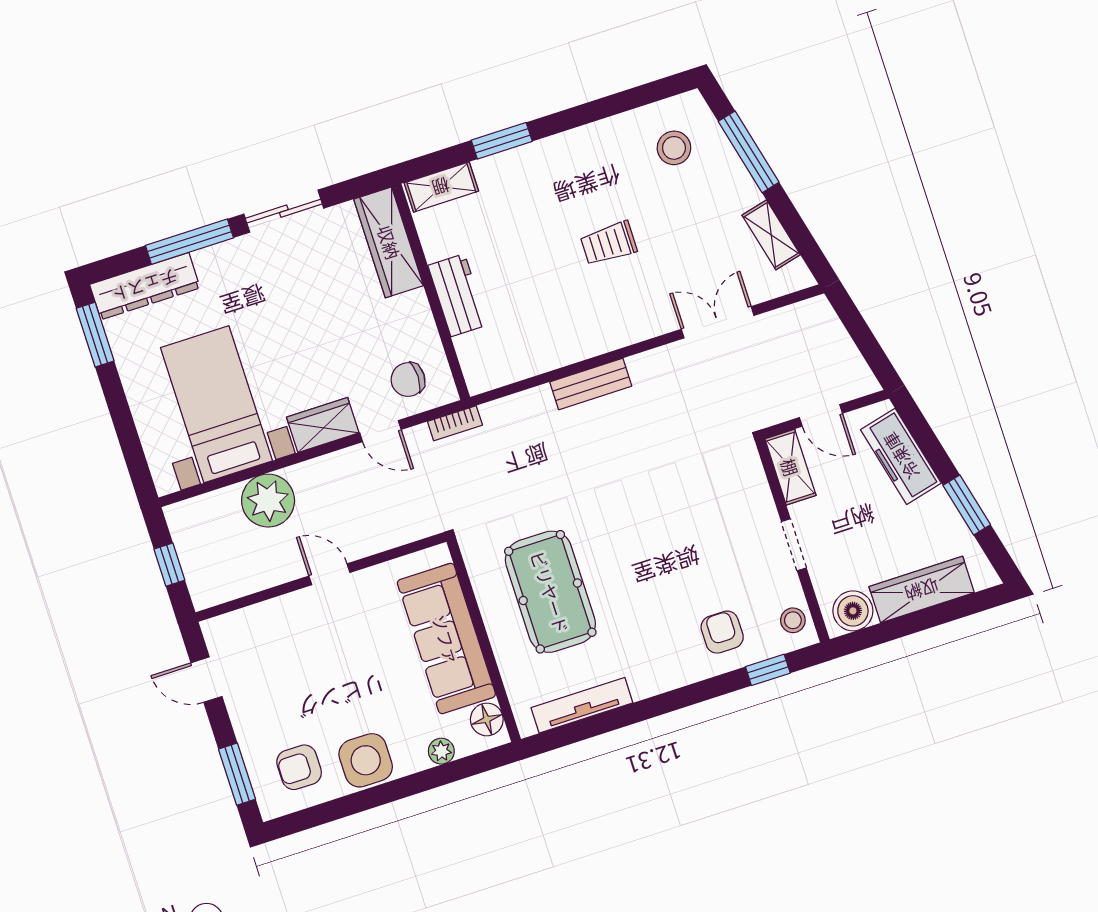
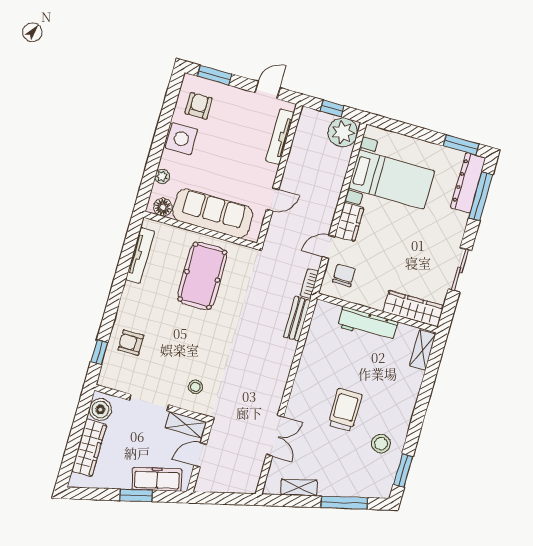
window: (502, 141) -> (403, 470), moved
stool: (674, 148) -> (381, 444), moved
window: (189, 242) -> (481, 196), moved
trolley: (609, 243) -> (345, 410), width x1.36, depth x1.39
workbench: (458, 295) -> (368, 324), width x1.38
bench: (591, 384) -> (297, 319), moved
plant: (268, 501) -> (343, 132), moved
window: (967, 505) -> (136, 495), moved
doorway: (794, 545) -> (149, 403), width x1.38
door: (329, 574) -> (273, 199), moved
pool table: (550, 592) -> (202, 276), turned 90
tv unit: (264, 615) -> (280, 137), added
stool: (793, 620) -> (195, 387), moved
armchair: (722, 632) -> (131, 343), turned 180

